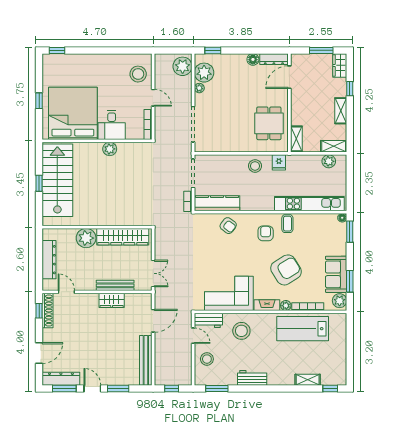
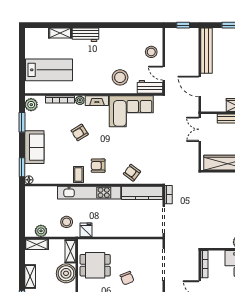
chair: (234, 109) -> (127, 278), added
boiler: (301, 114) -> (66, 273), added
dining table: (269, 123) -> (95, 265), turned 90
stool: (255, 166) -> (67, 222), moved
kitchen unit: (309, 204) -> (89, 193), moved
armchair: (266, 233) -> (98, 166), turned 90
armchair: (286, 270) -> (80, 133), width x0.53, depth x0.53
sofa: (336, 274) -> (34, 147), moved
door: (153, 321) -> (200, 87), hinge flipped
lab bench: (303, 329) -> (49, 70), moved
workbench: (252, 378) -> (86, 35), moved
window: (217, 389) -> (142, 25), removed
window: (330, 389) -> (40, 25), removed

